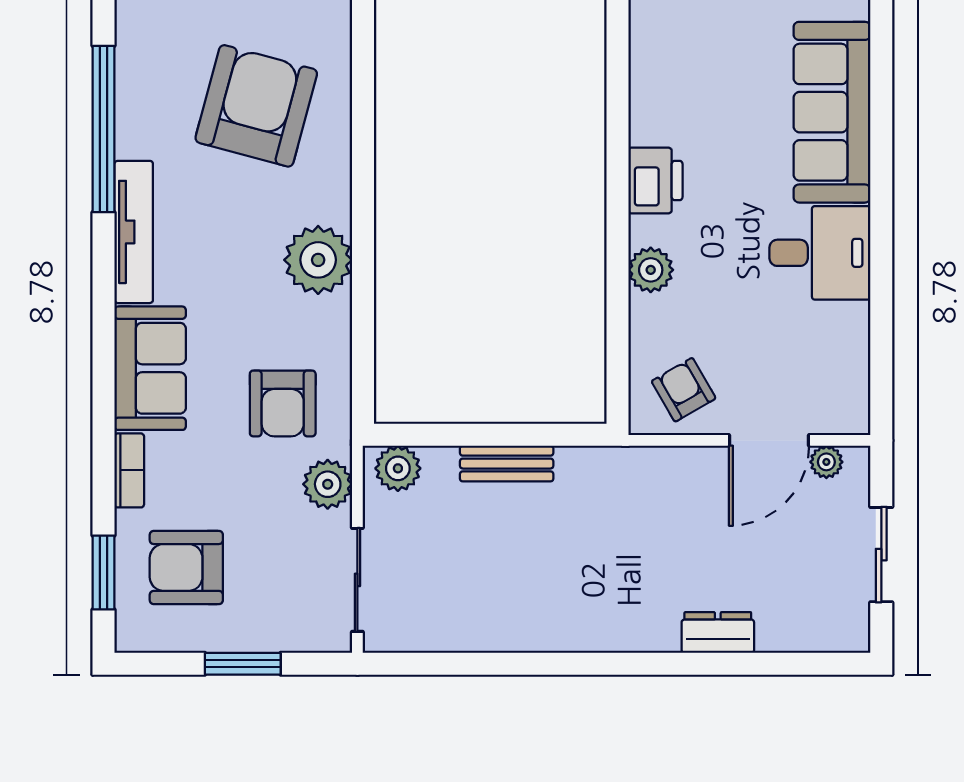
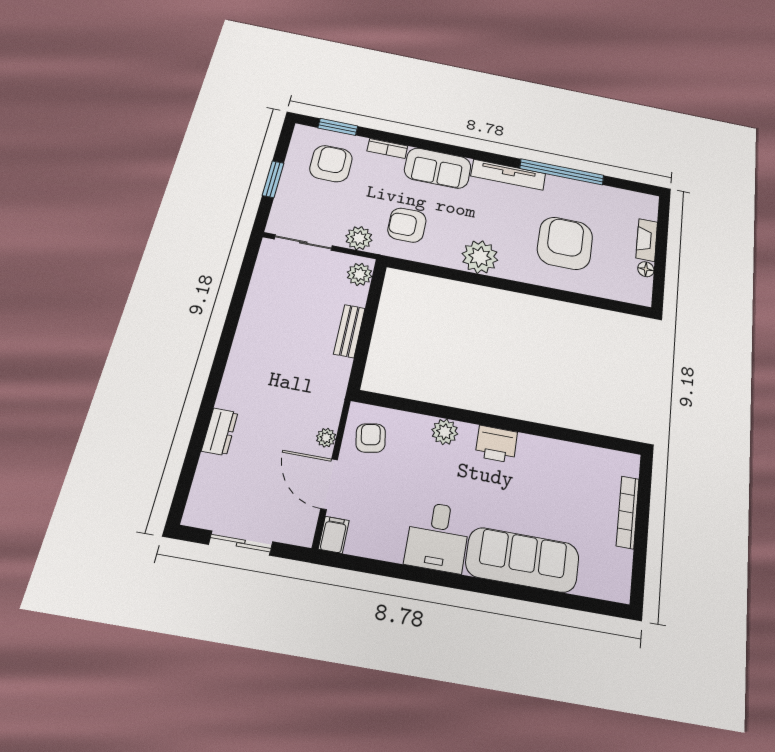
armchair: (256, 106) -> (565, 243), turned -105
armchair: (684, 390) -> (371, 438), turned -70
filing cabinet: (845, 416) -> (334, 535), added
plant: (826, 462) -> (326, 438), moved

